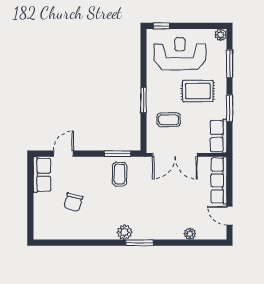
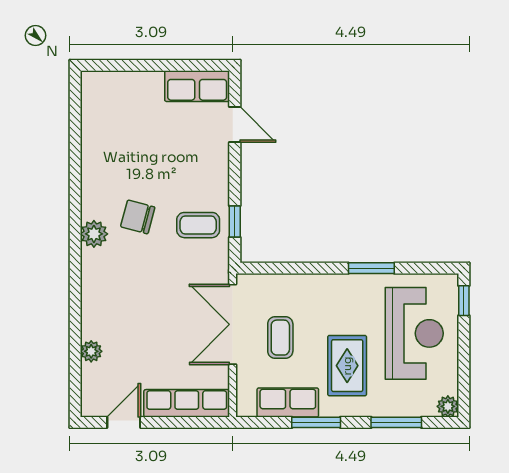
window: (143, 100) -> (371, 268), moved
coffee table: (169, 120) -> (280, 338), moved
row of seats: (218, 136) -> (288, 403), moved
window: (117, 154) -> (235, 221), width x0.67
chair: (73, 202) -> (138, 217), moved
window: (140, 243) -> (75, 261), removed

